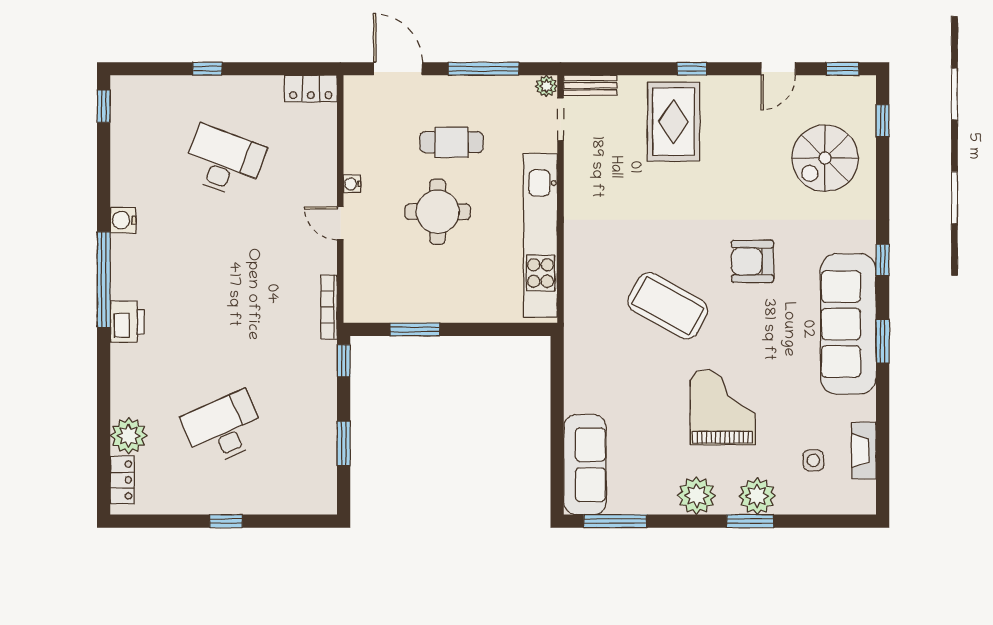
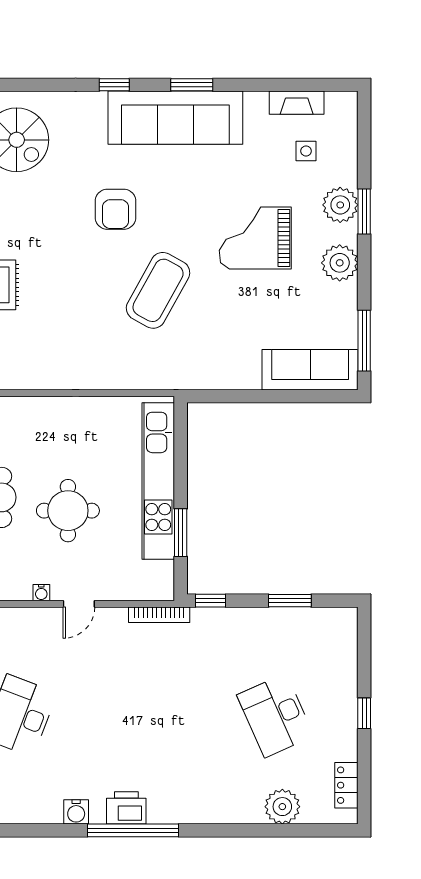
kitchen unit: (540, 235) -> (158, 481), moved, turned 90
printer: (127, 322) -> (126, 808), moved
locker: (122, 480) -> (346, 785), moved, turned -90

